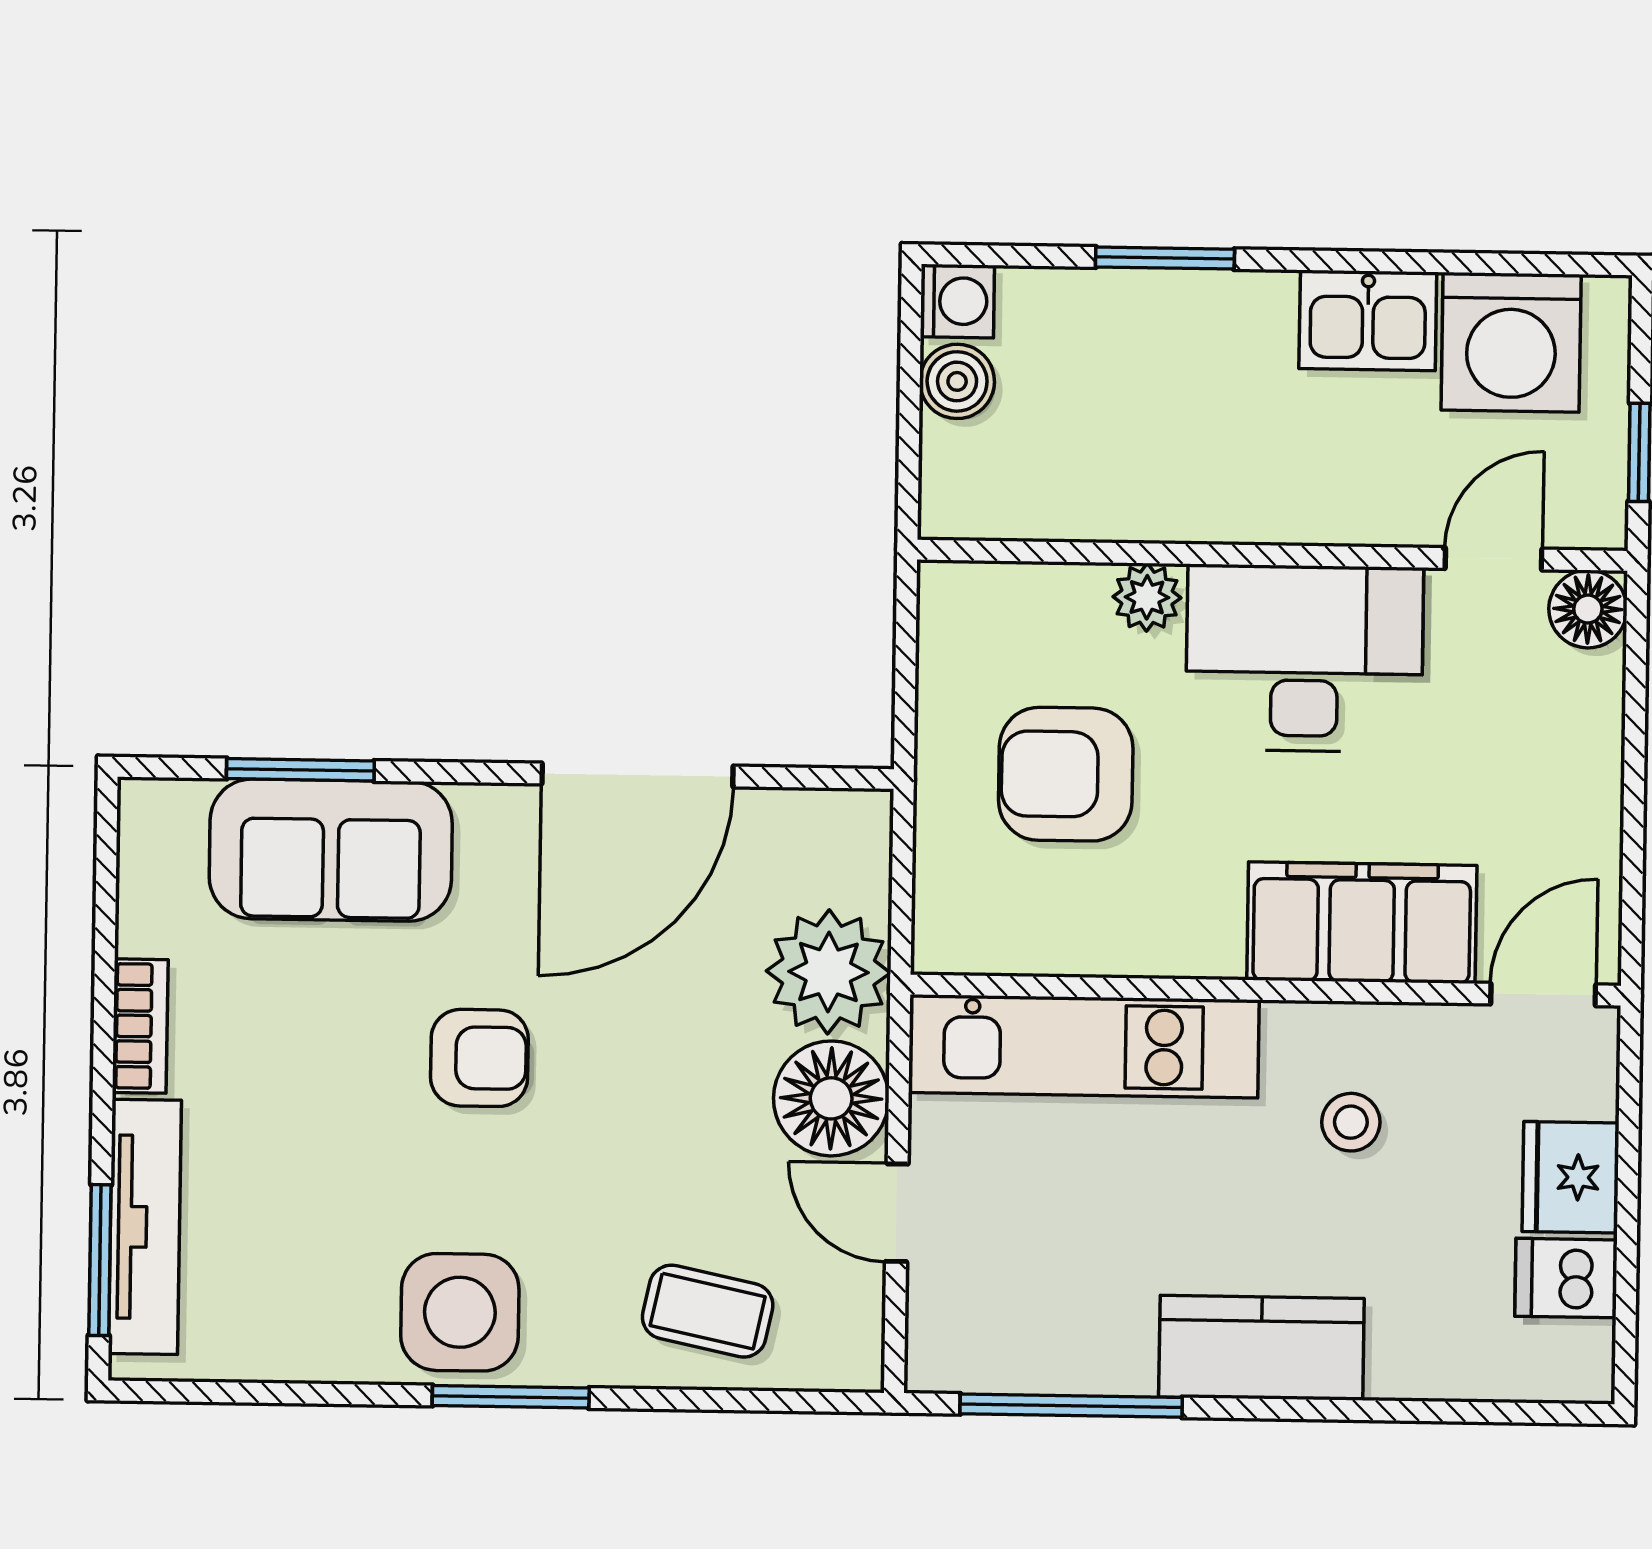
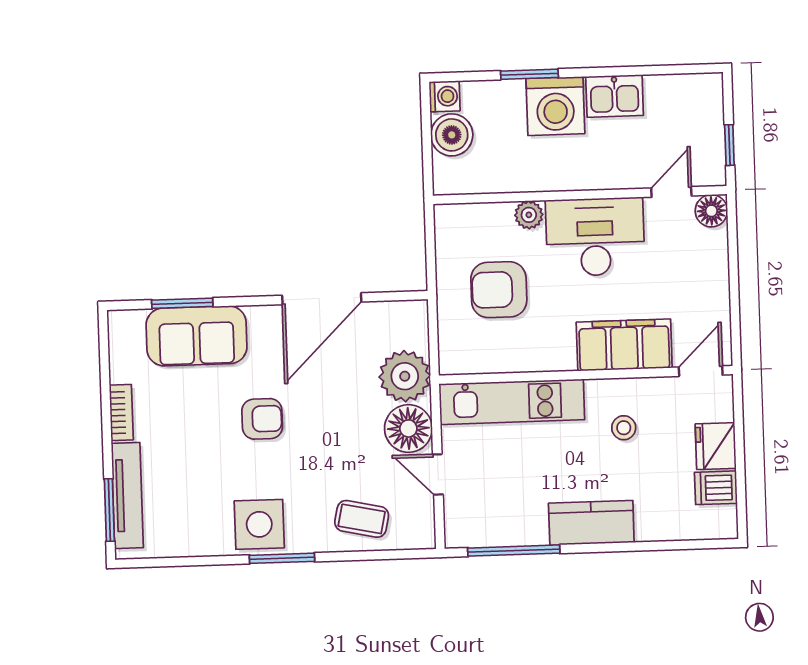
washing machine: (1511, 342) -> (555, 106), moved
boiler: (957, 381) -> (452, 135), width x1.36, depth x1.36

